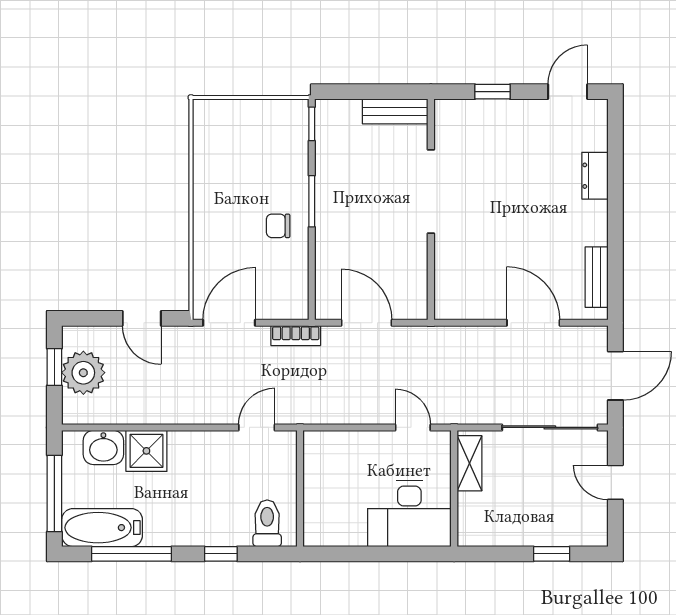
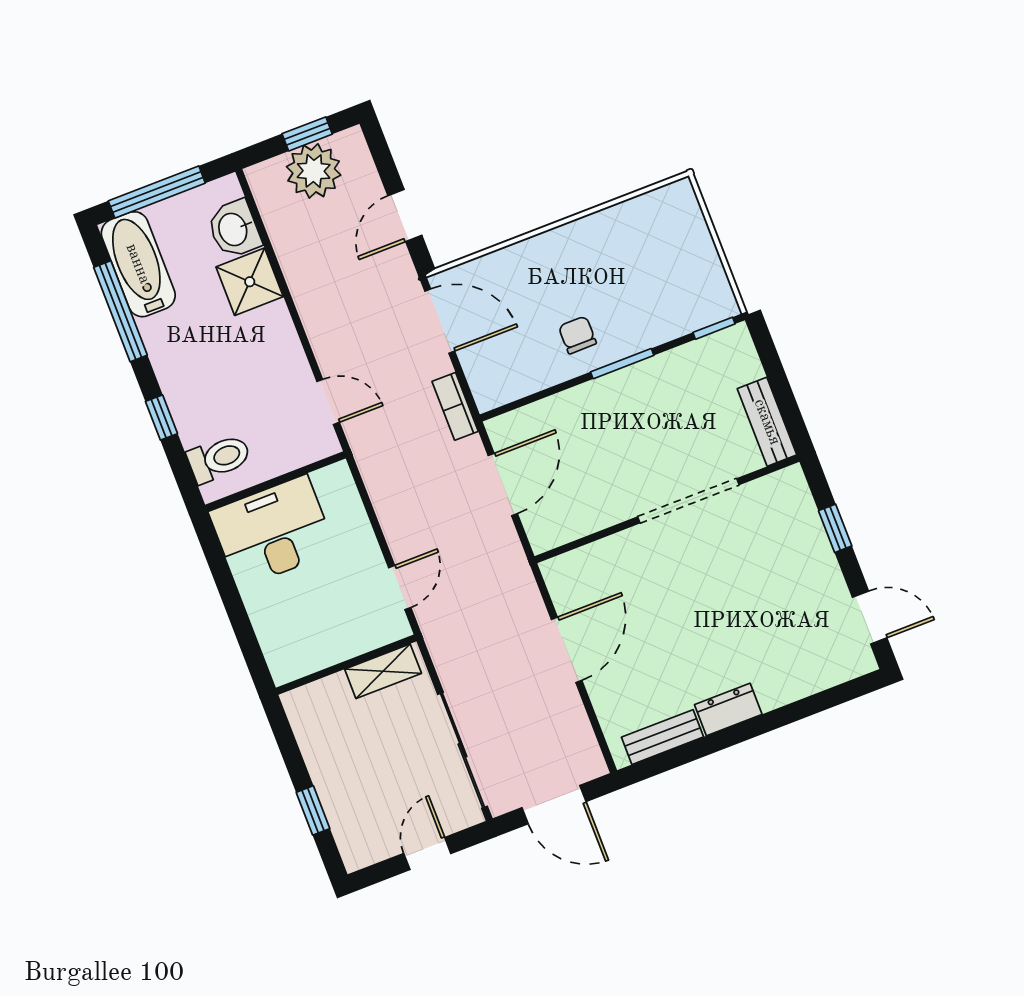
dresser: (595, 176) -> (728, 709), moved
door: (533, 323) -> (567, 650), moved
desk: (409, 514) -> (272, 532), moved, turned 90

